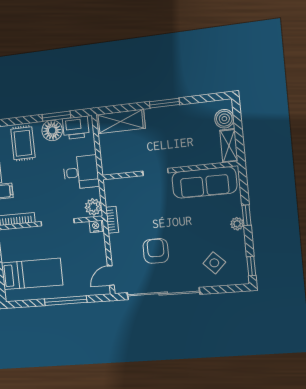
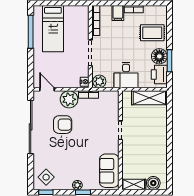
window: (164, 103) -> (169, 142), removed
shelving: (121, 121) -> (149, 98), moved, turned 90
sofa: (204, 182) -> (109, 171), width x0.73
plant: (121, 245) -> (69, 99), added
side table: (214, 263) -> (46, 177), moved
window: (66, 301) -> (31, 32), moved

